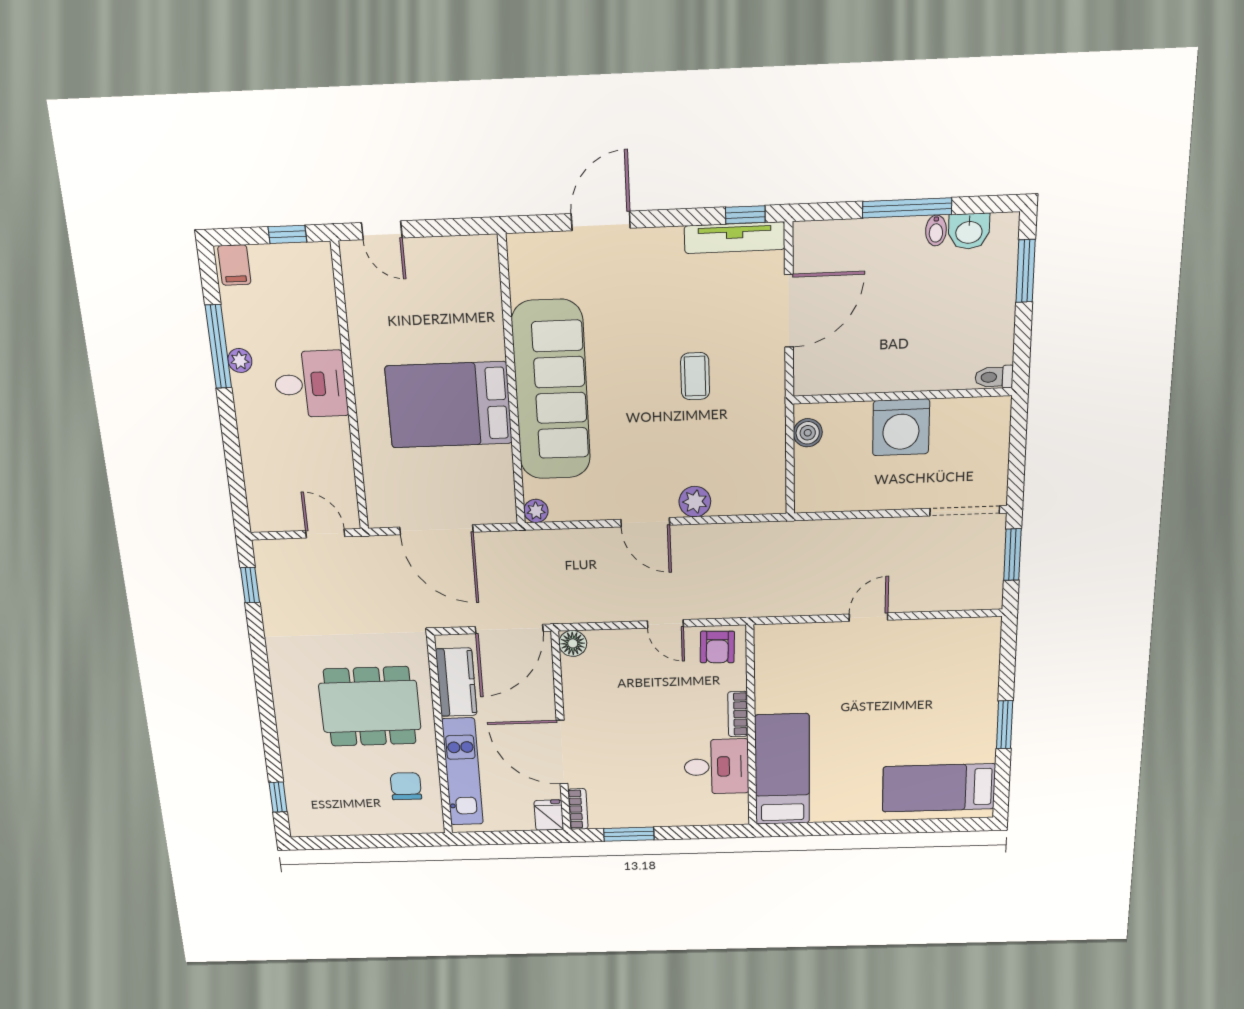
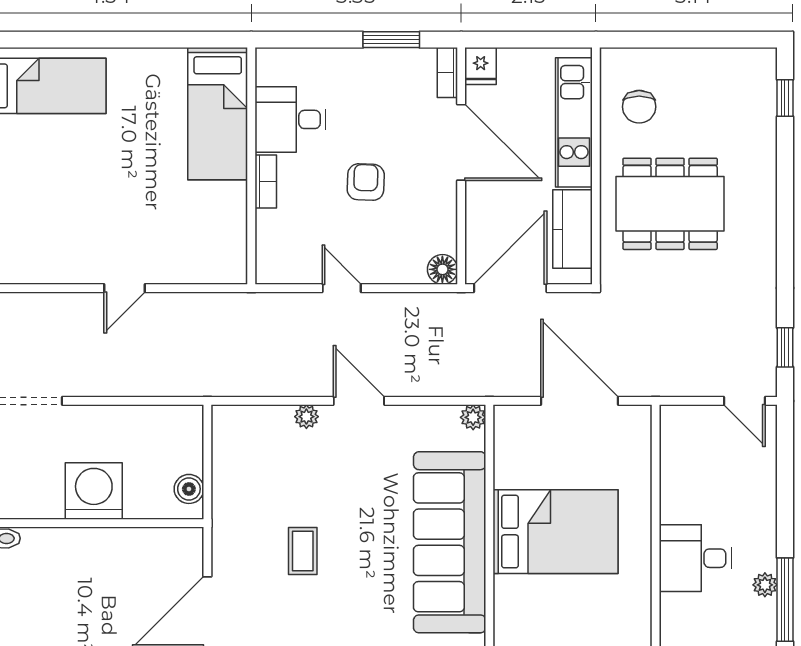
plant: (695, 502) -> (306, 417), width x0.73, depth x0.73
door: (325, 534) -> (744, 401), moved
armchair: (717, 647) -> (366, 182), moved

